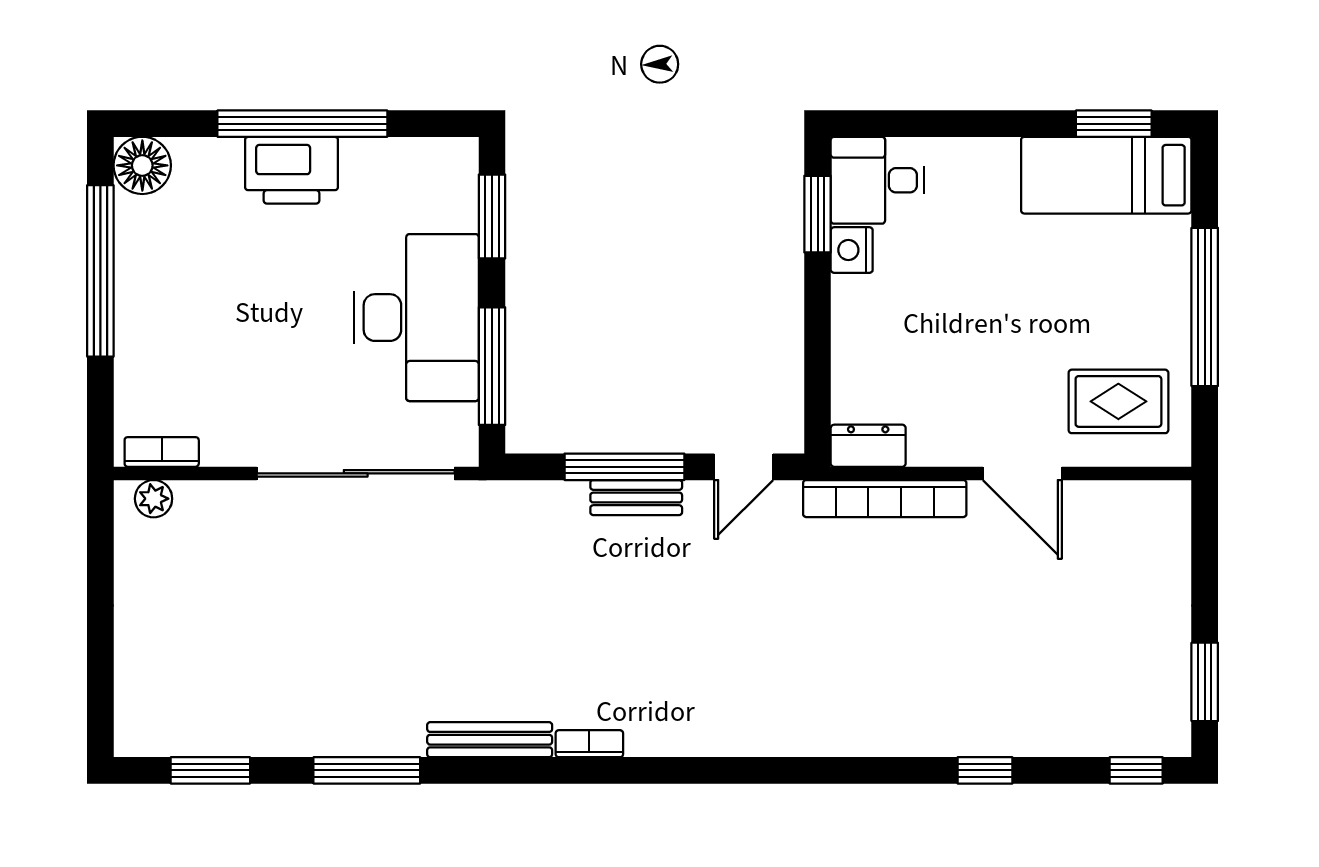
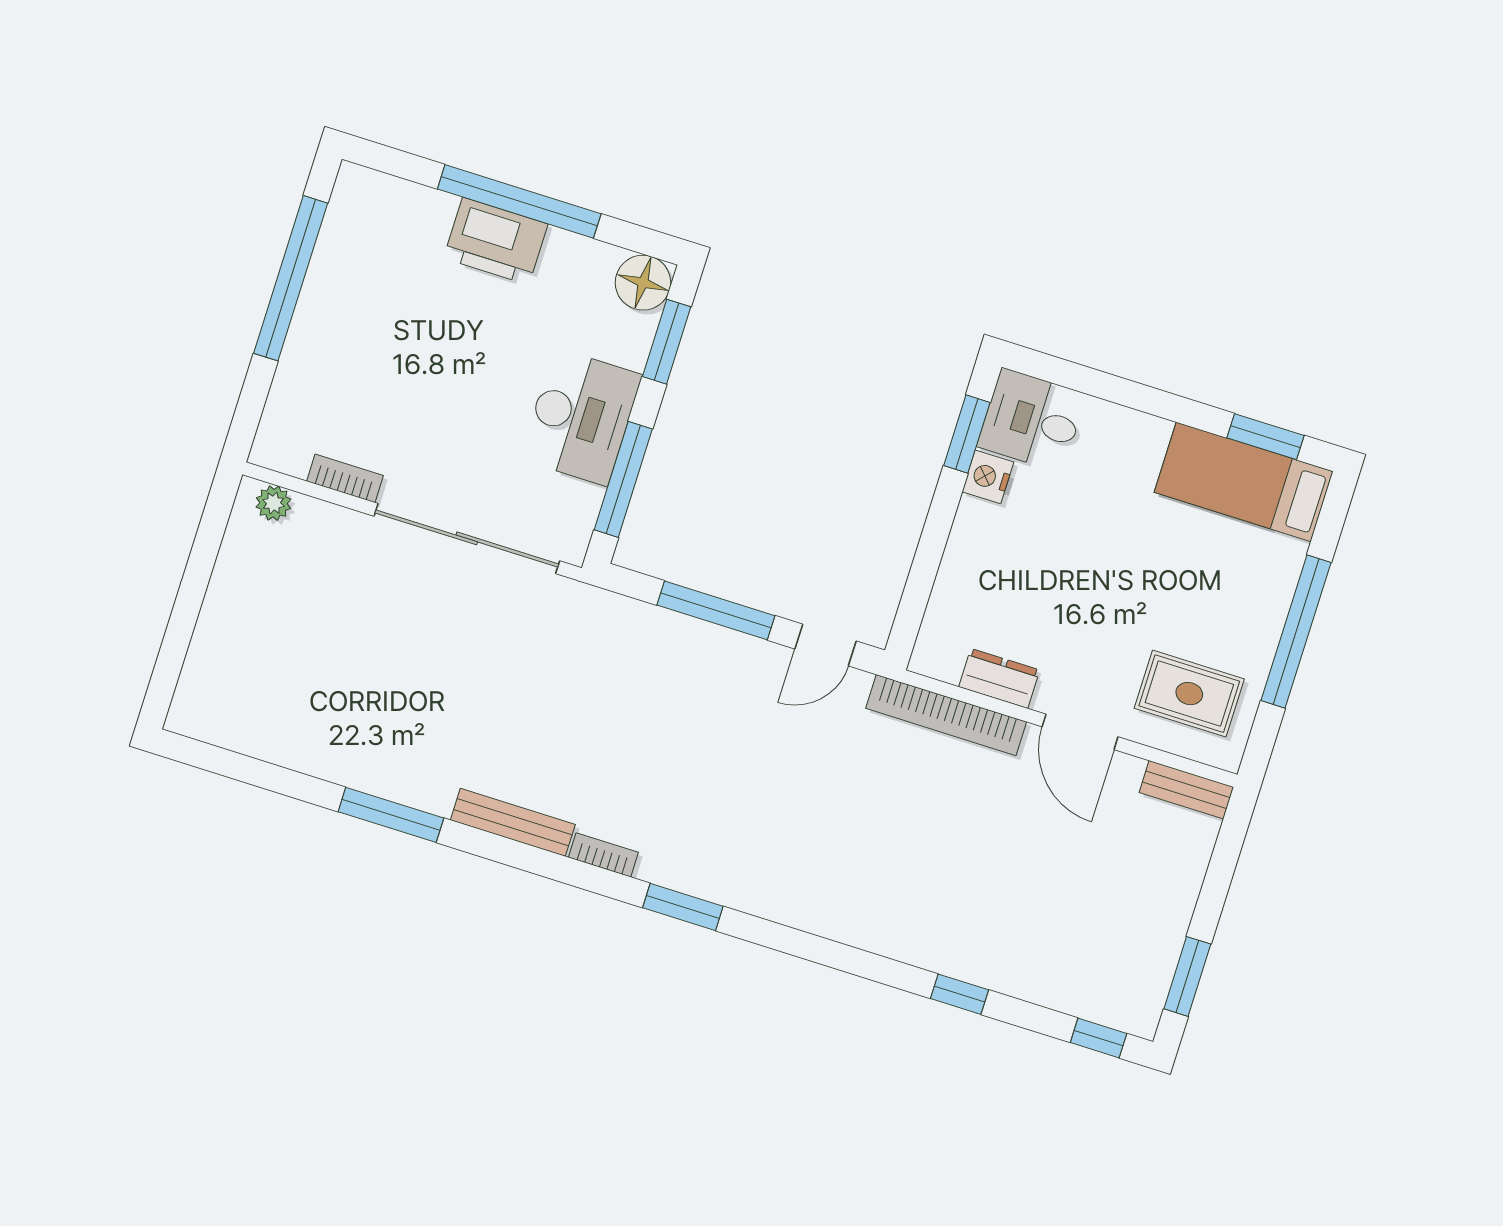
floor lamp: (142, 165) -> (643, 283), moved
desk: (416, 318) -> (581, 417), width x0.73, depth x0.77
dresser: (868, 446) -> (999, 678), moved
bookcase: (162, 452) -> (345, 478), moved
bench: (636, 498) -> (1186, 790), moved
window: (210, 770) -> (683, 907), moved

